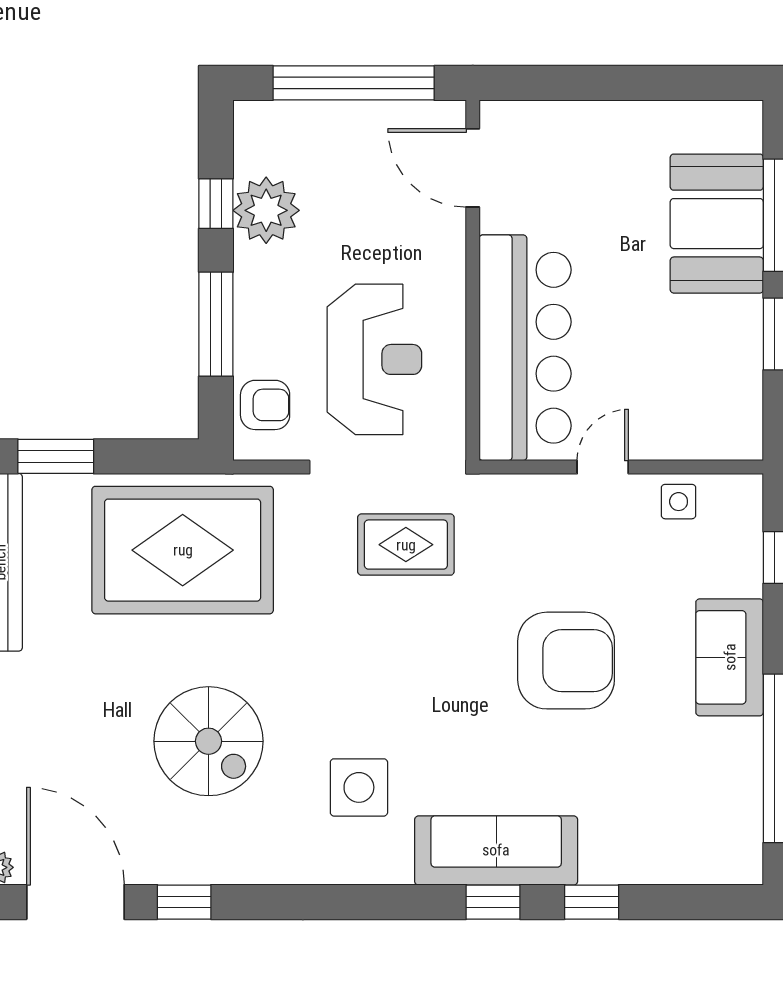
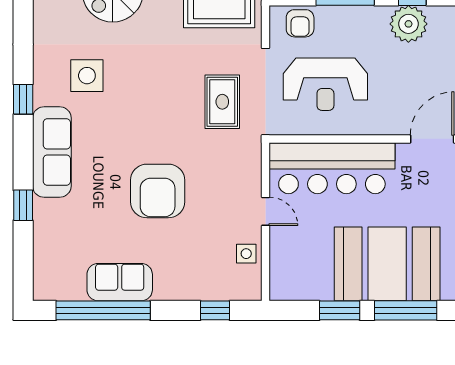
booth: (717, 224) -> (387, 264), width x1.36, depth x1.42
sofa: (730, 657) -> (120, 282), moved
window: (493, 902) -> (23, 99), moved

